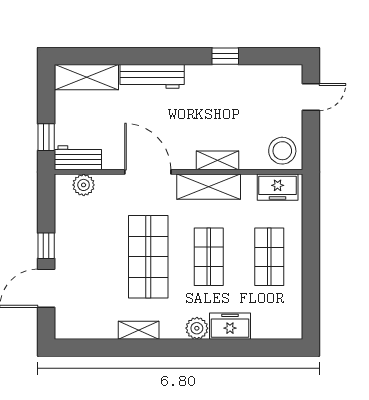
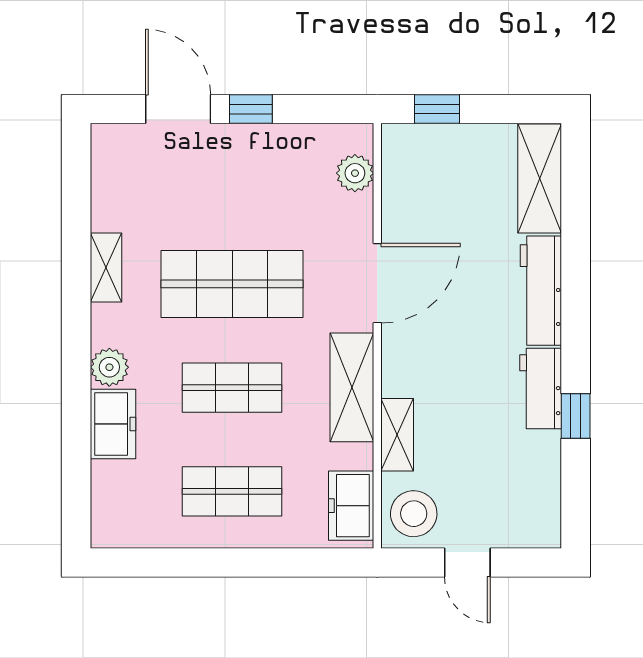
door: (311, 97) -> (467, 563), moved
workbench: (78, 158) -> (541, 389), moved, turned 180
shelving: (217, 160) -> (397, 435), moved

